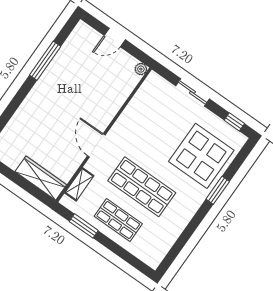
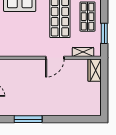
wardrobe: (41, 178) -> (95, 70), width x0.67

